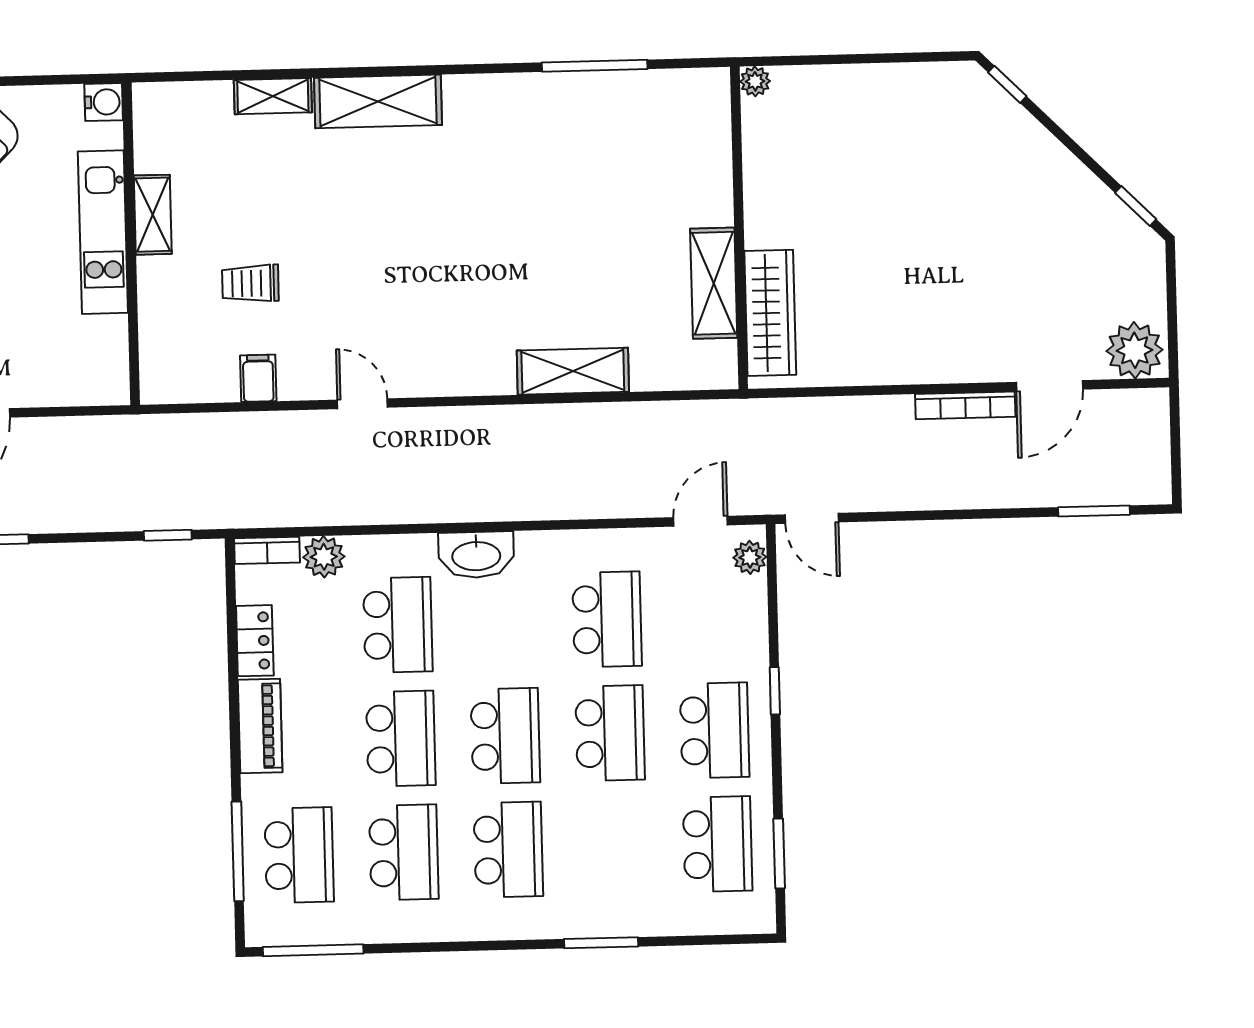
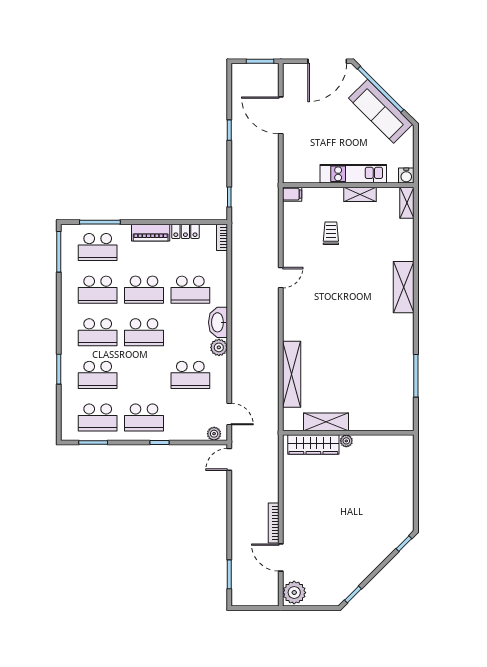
plant: (755, 81) -> (346, 441), moved
shelving: (273, 96) -> (407, 203), moved
shelving: (573, 371) -> (292, 374), width x1.47
filing cabinet: (258, 378) -> (292, 194), moved
plant: (324, 557) -> (219, 347), moved
school desk: (610, 733) -> (98, 375), moved

